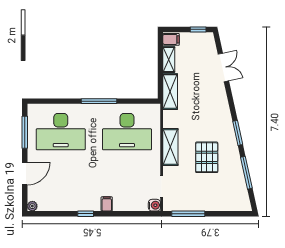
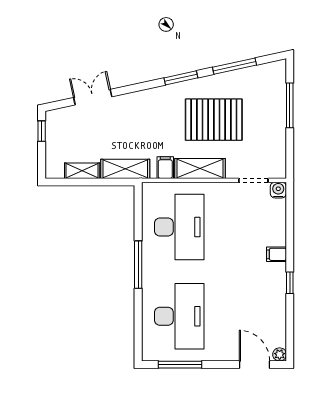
filing cabinet: (171, 39) -> (165, 168), moved
pallet: (207, 157) -> (214, 120), width x1.37, depth x1.41
door: (25, 174) -> (254, 365), moved
window: (188, 214) -> (290, 105), moved

